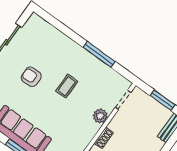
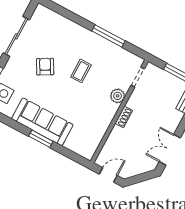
armchair: (31, 77) -> (45, 67), turned 61

